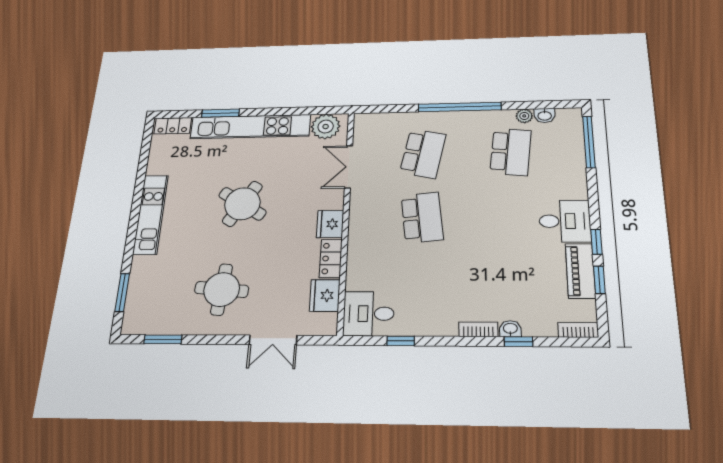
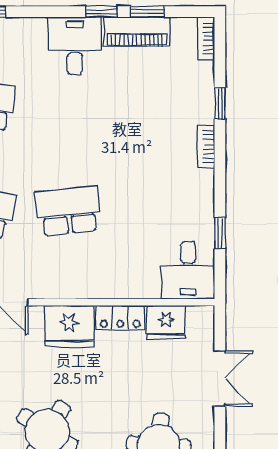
fridge: (330, 224) -> (69, 326), width x1.36, depth x1.34
washbasin: (510, 329) -> (205, 112), removed

